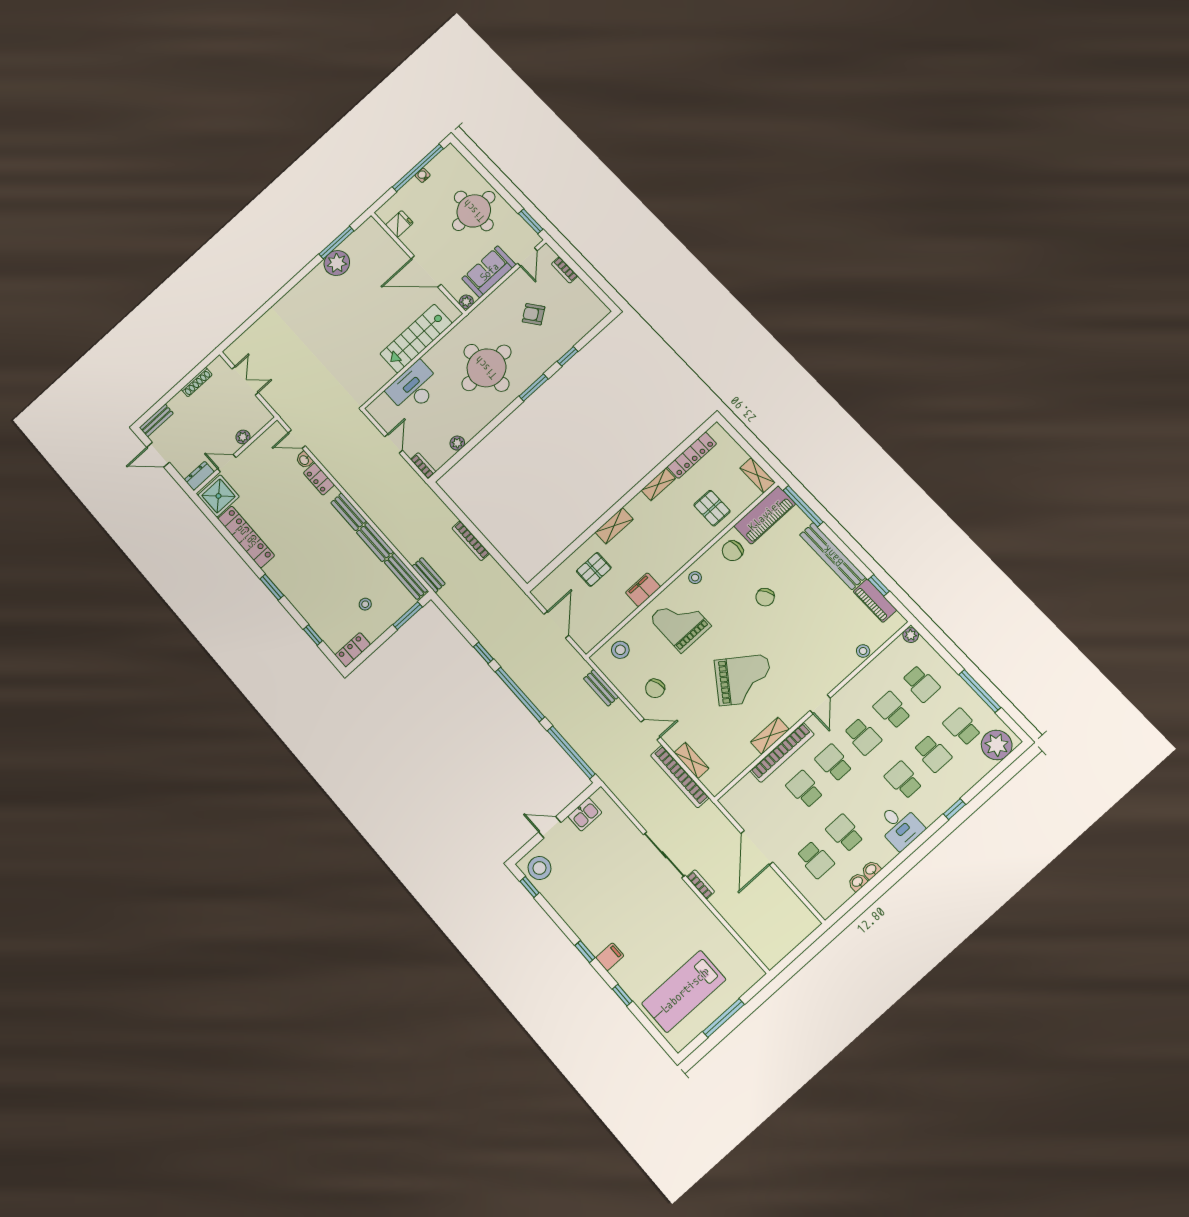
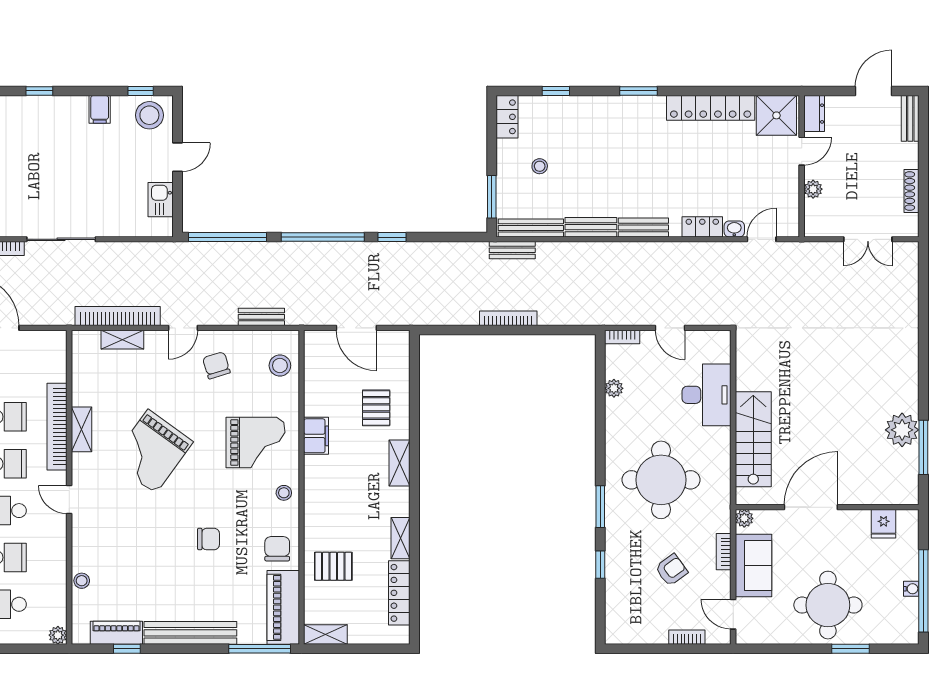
window: (531, 221) -> (851, 649), moved
bookcase: (496, 295) -> (724, 552), added
chair: (765, 597) -> (208, 539), turned 120
filing cabinet: (610, 957) -> (100, 109), moved

